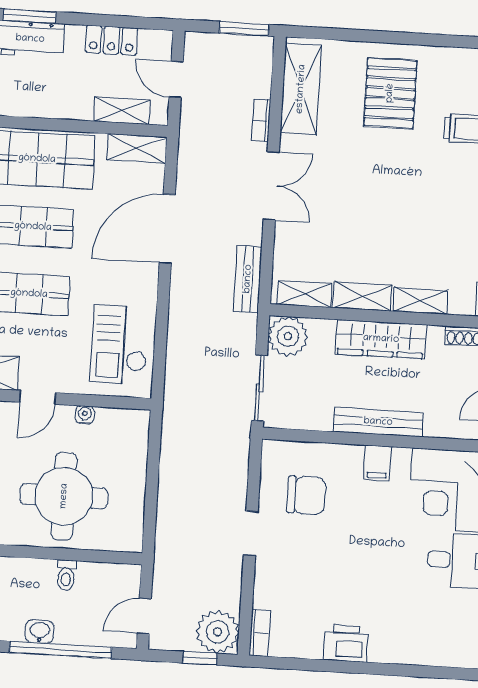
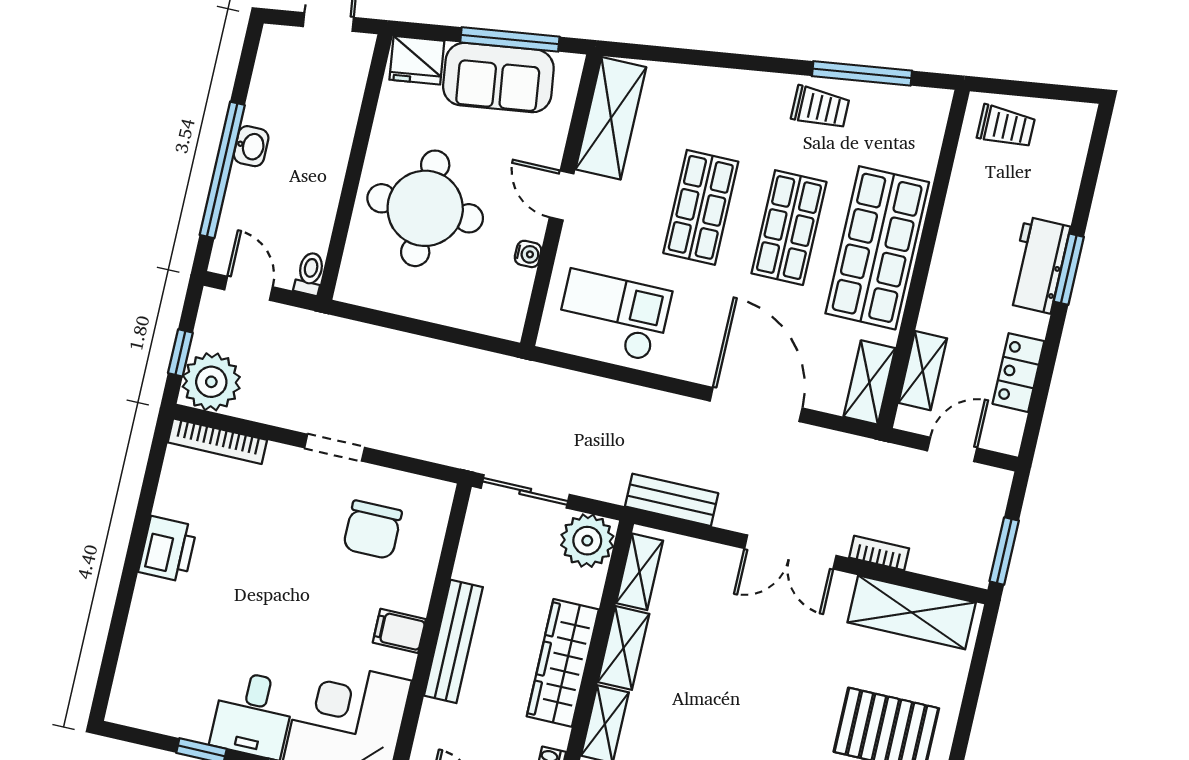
toilet: (66, 575) -> (310, 273), moved, turned 90
bookcase: (260, 633) -> (217, 441), width x1.56

